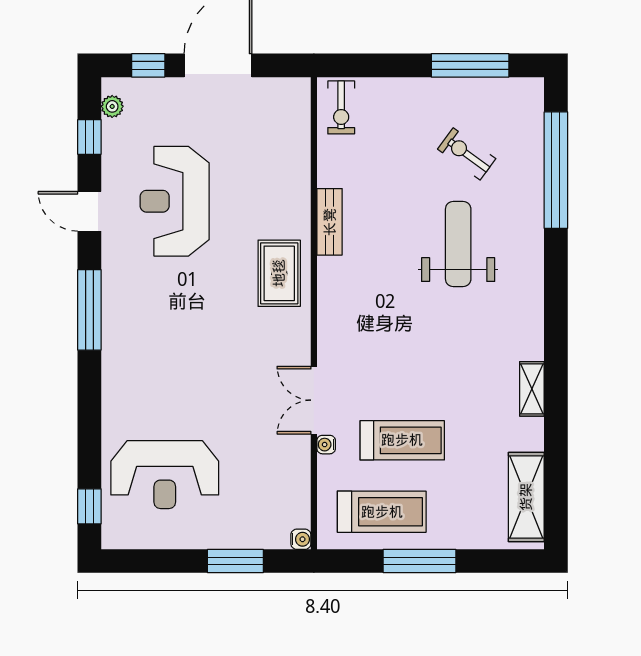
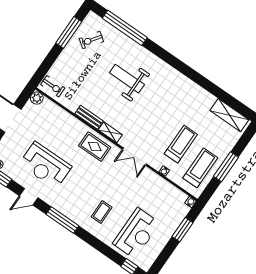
plant: (296, 92) -> (37, 98), added
exercise bike: (467, 154) -> (91, 40), moved
coffee table: (159, 377) -> (102, 212), added
shelving: (532, 389) -> (110, 132), moved
double door: (314, 400) -> (134, 157), moved

